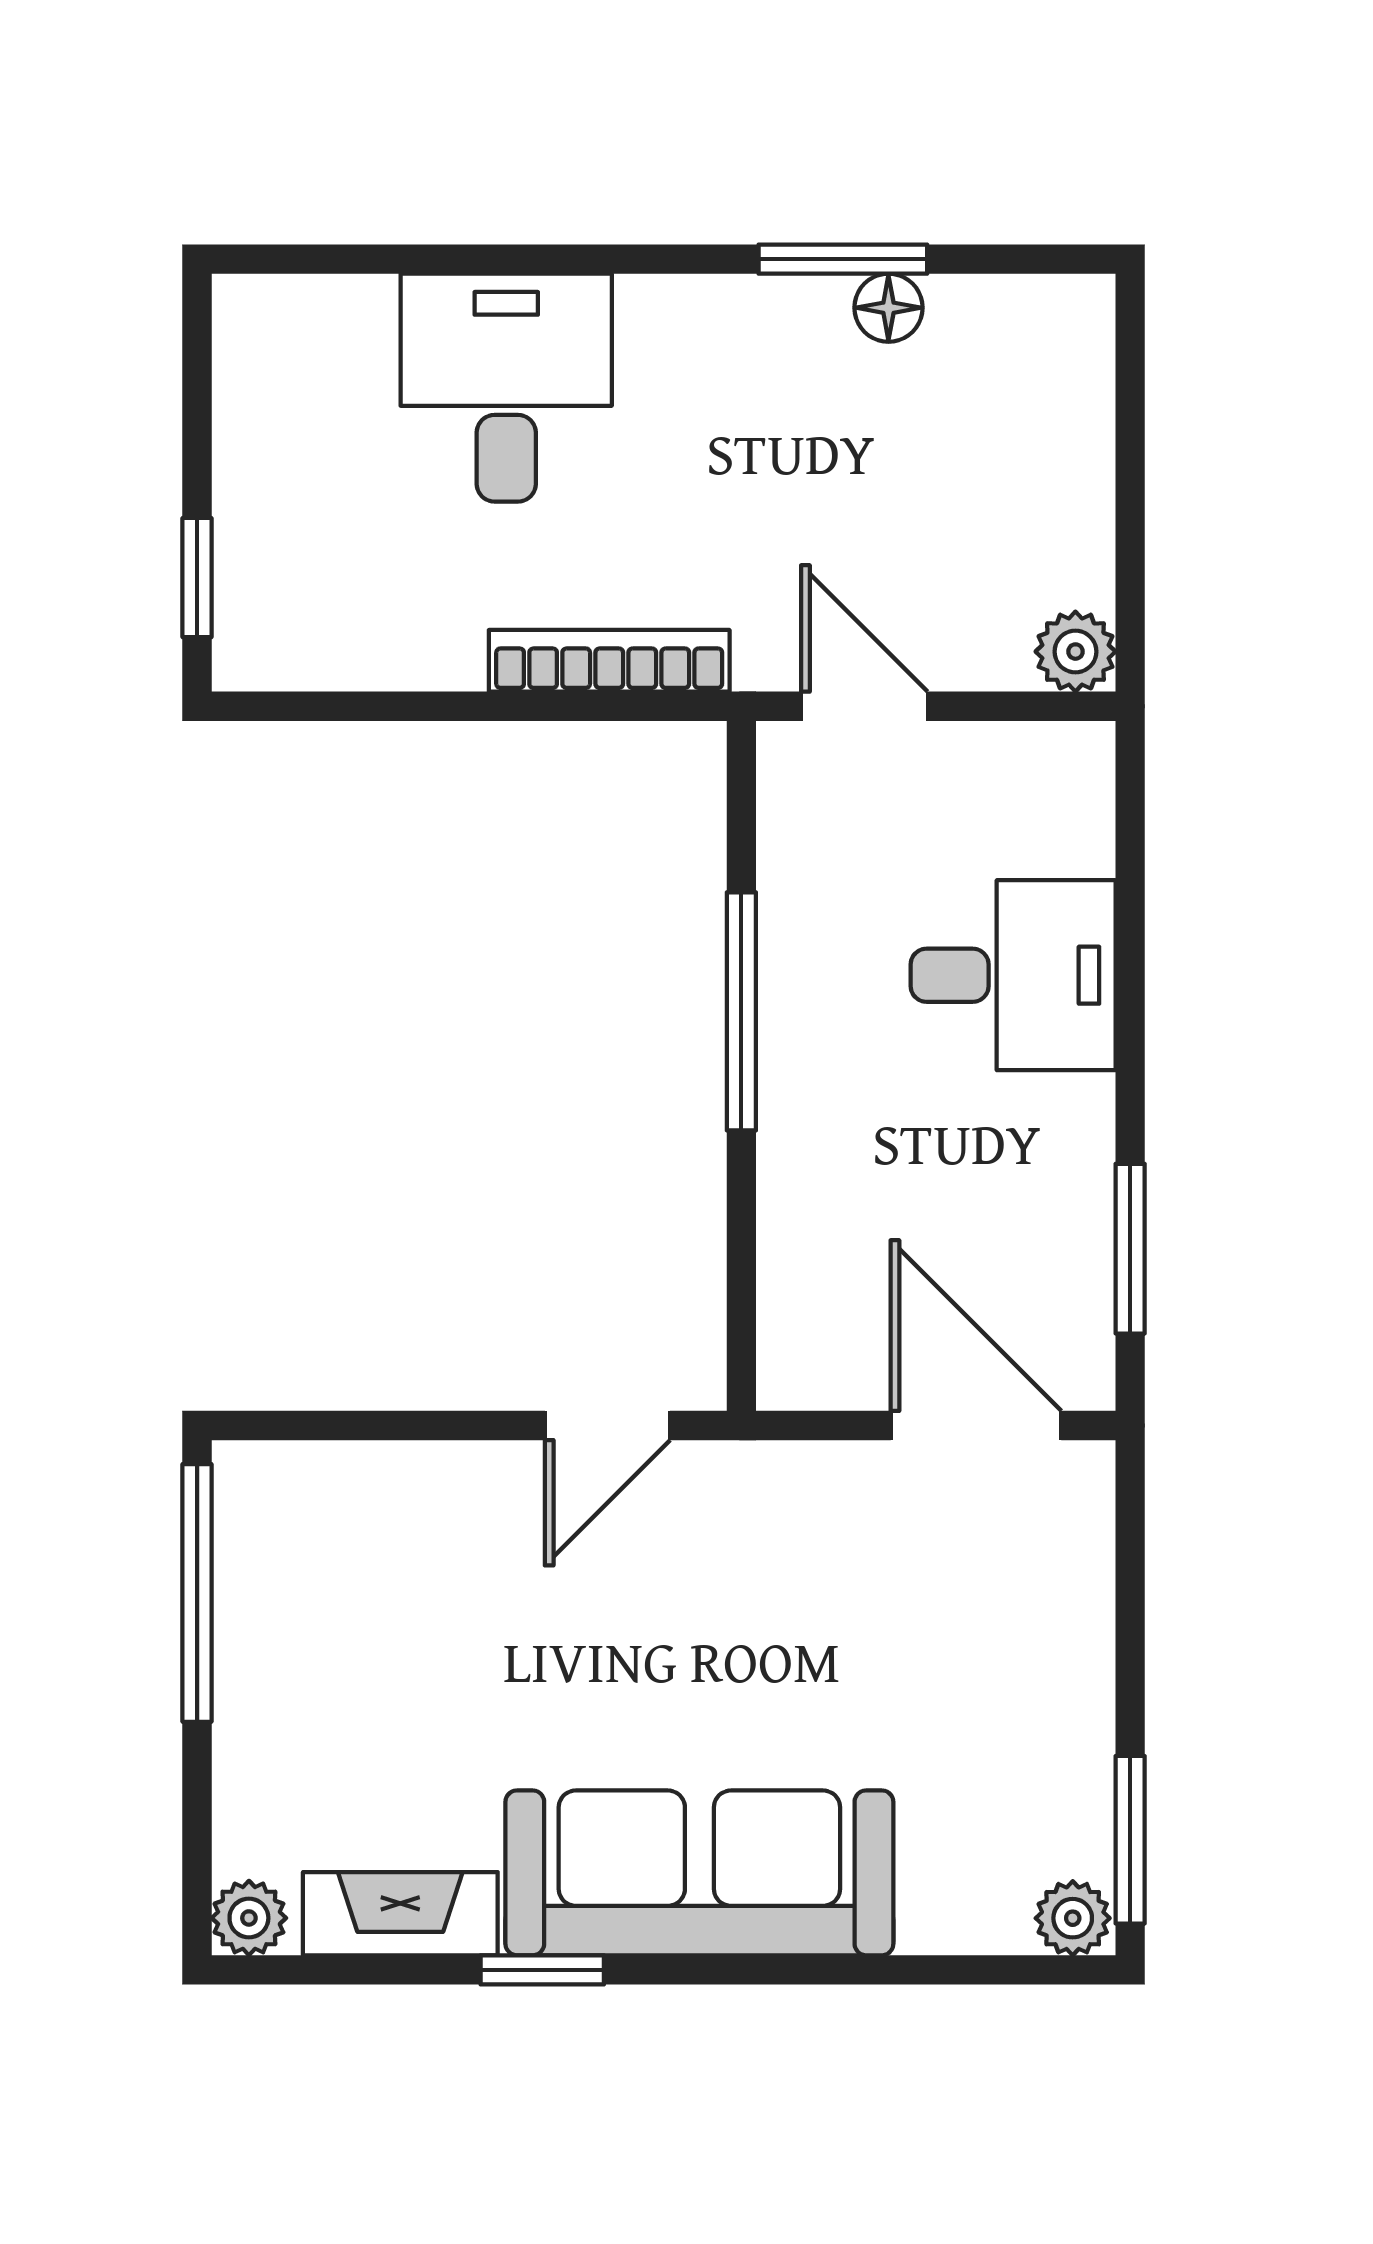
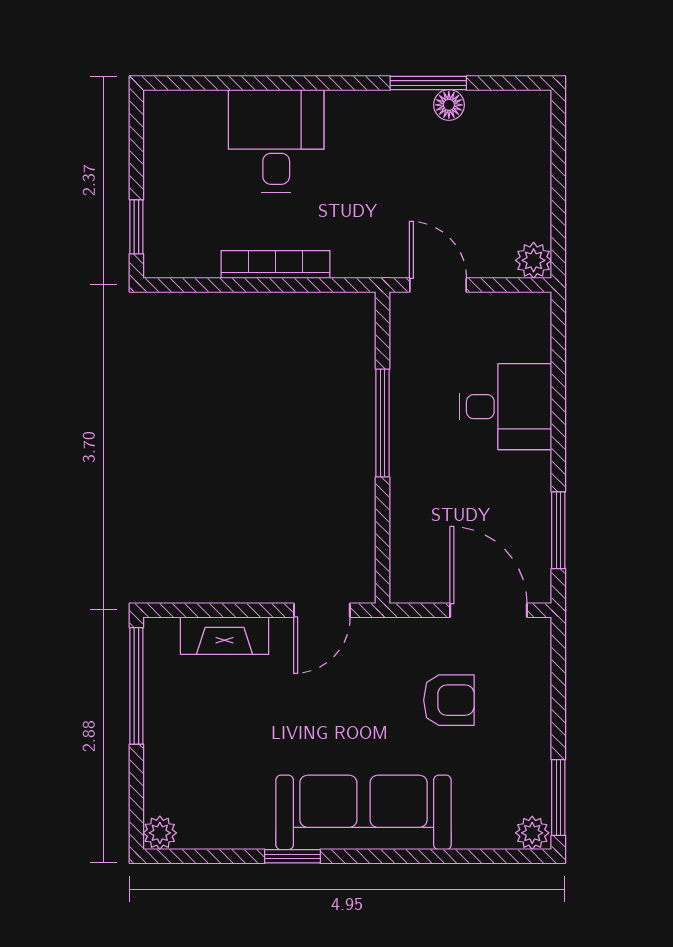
bookcase: (609, 661) -> (275, 265), moved
armchair: (888, 1624) -> (449, 700), added
fireplace: (400, 1914) -> (225, 636), moved, turned 180

